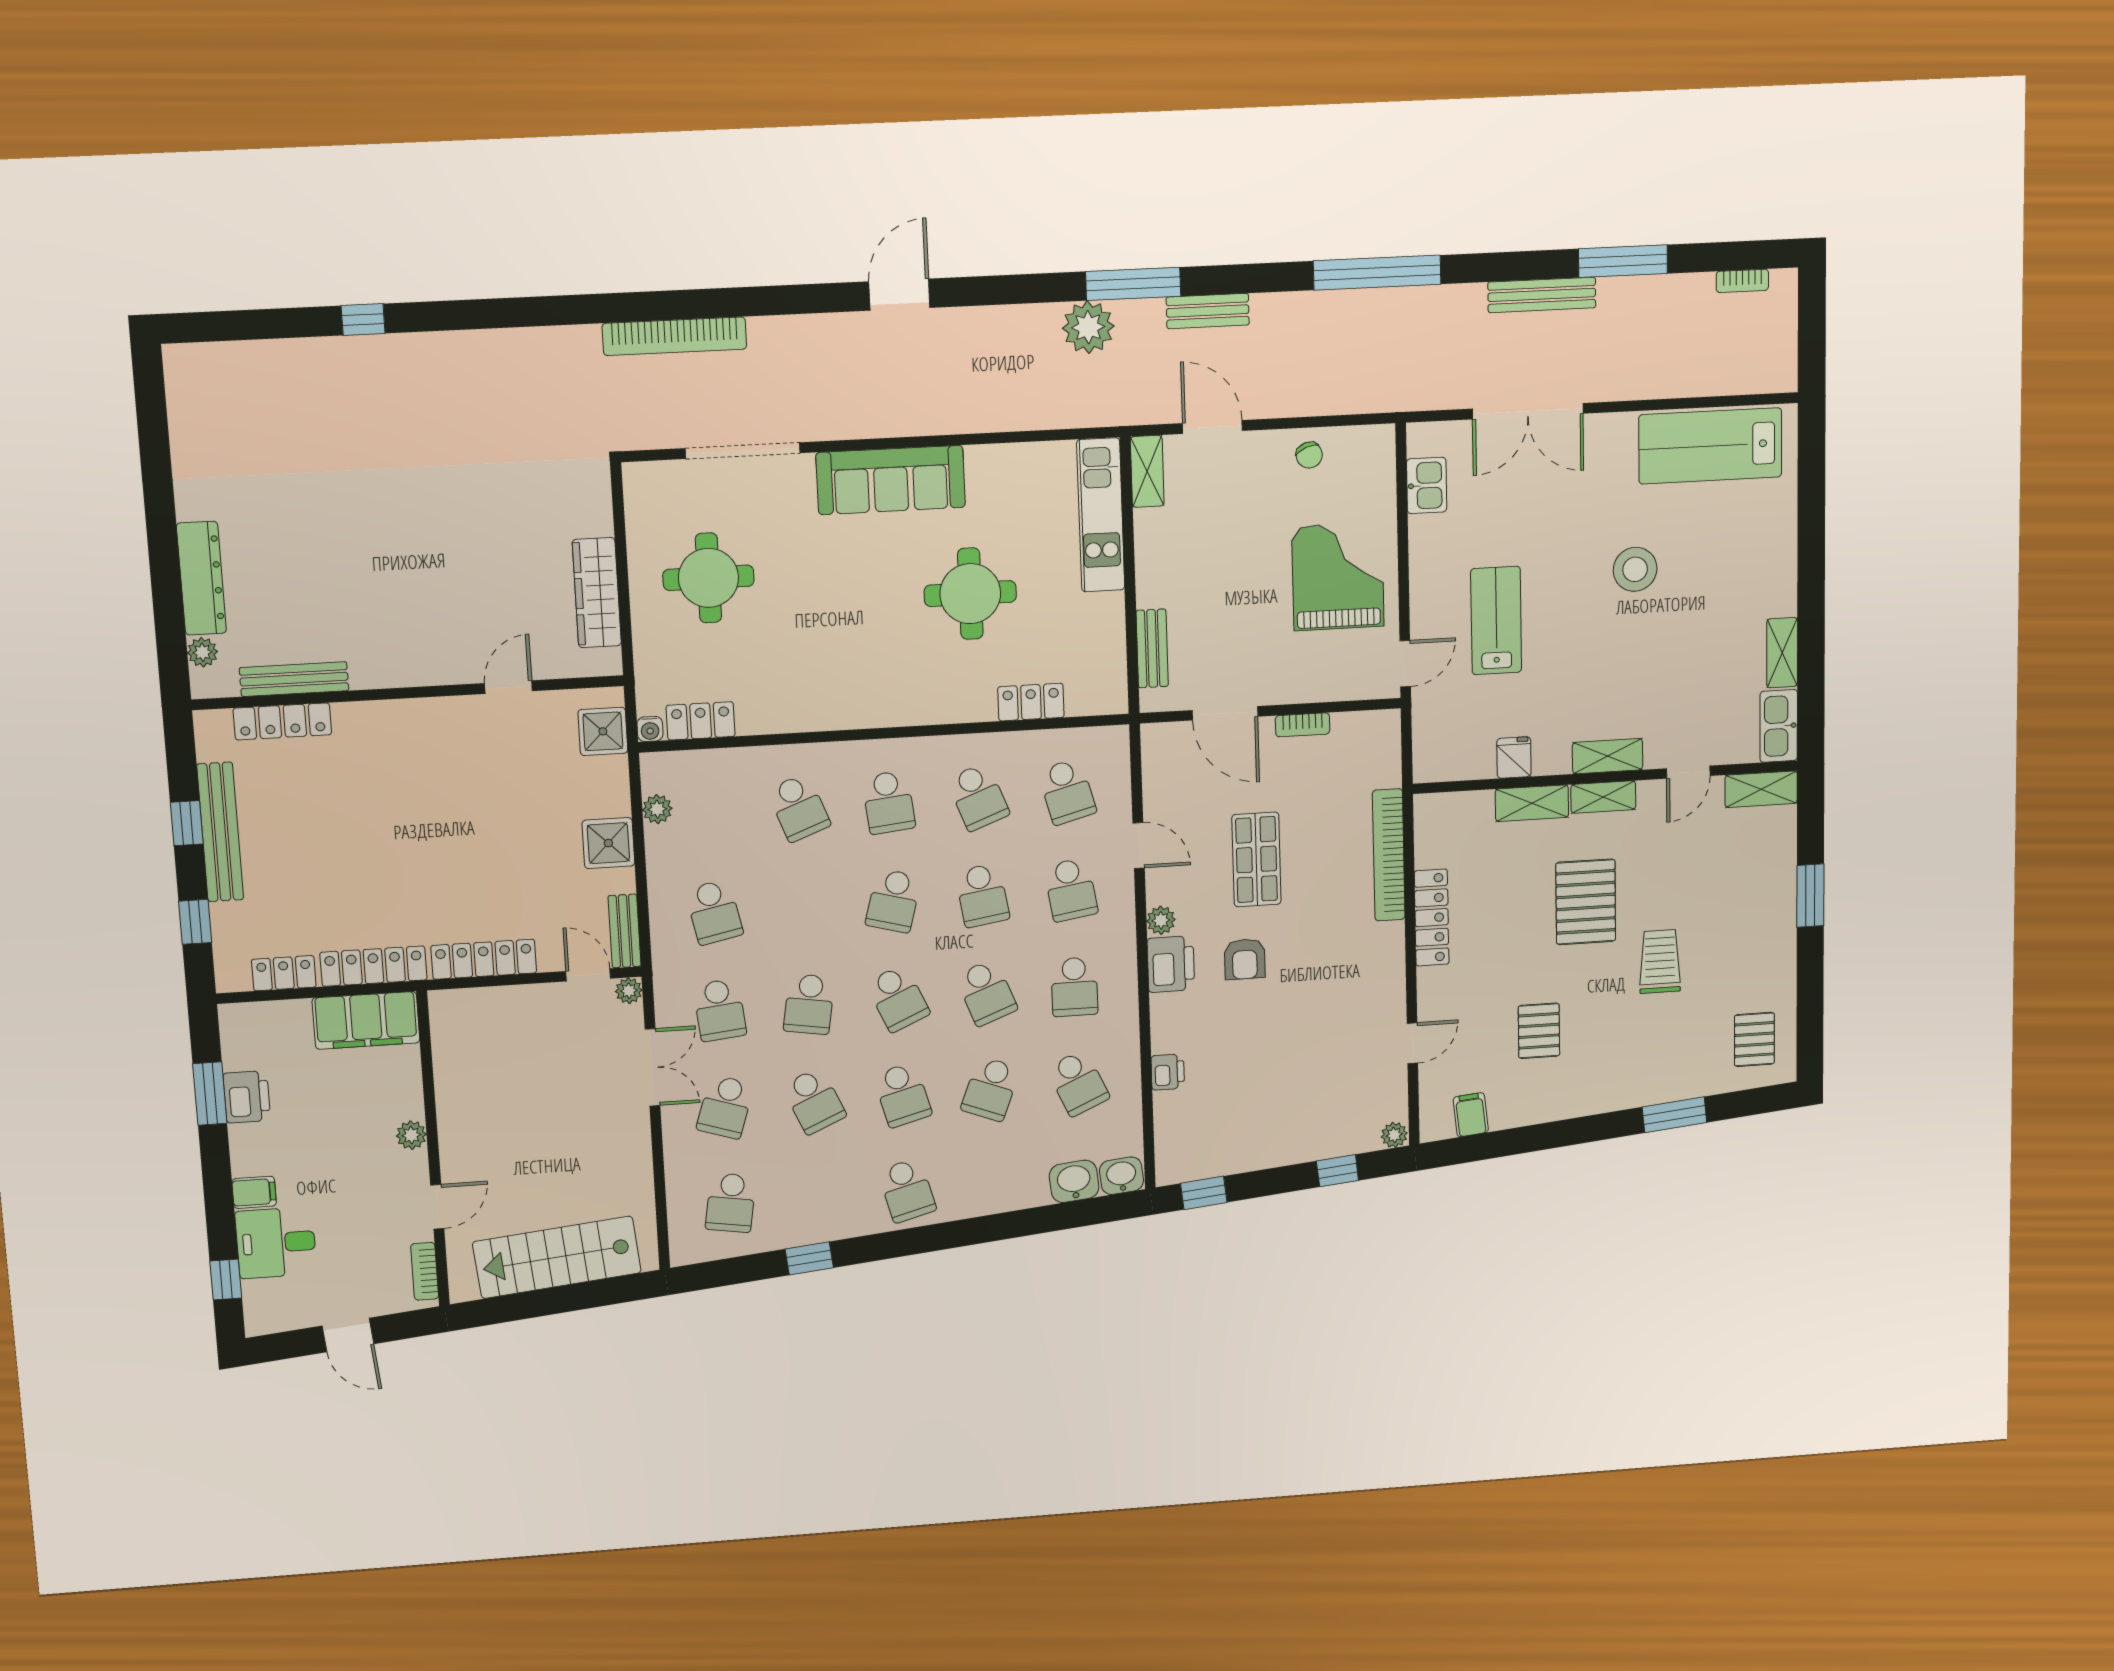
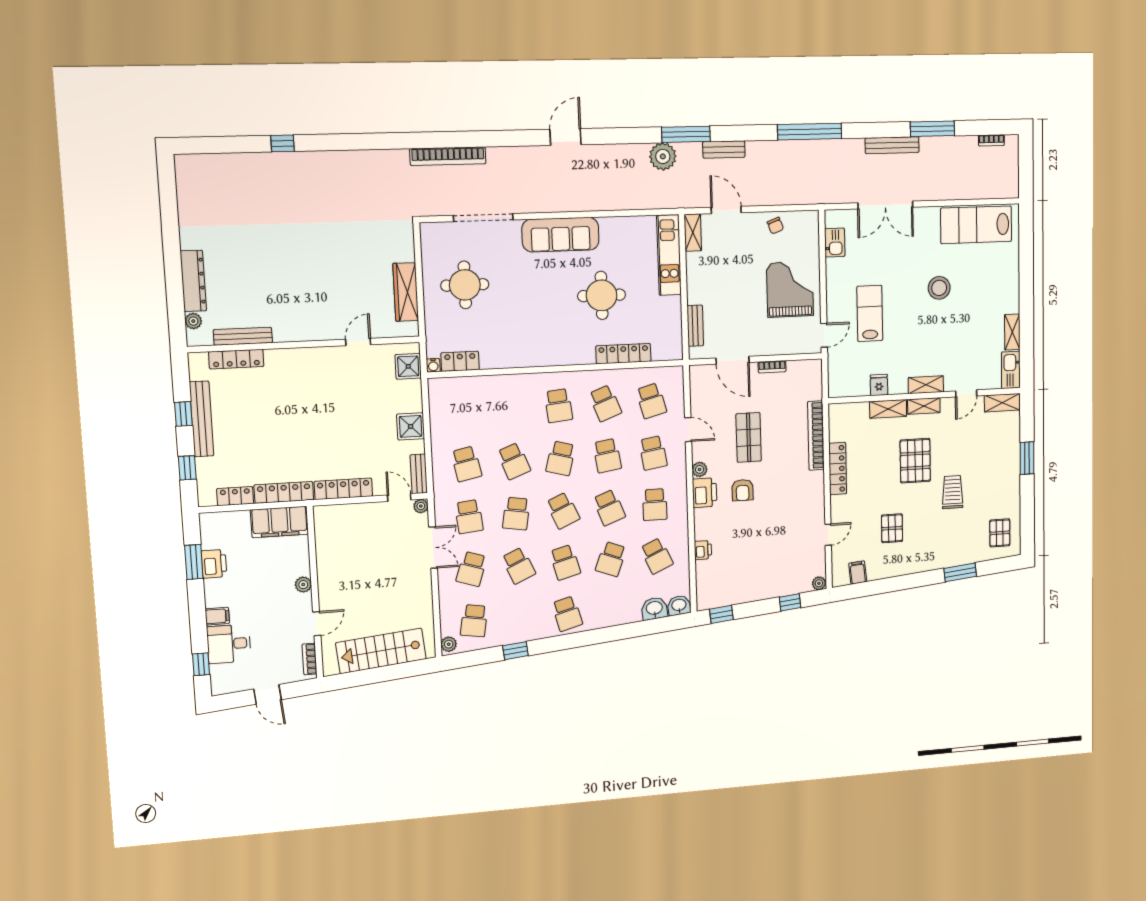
locker: (1031, 702) -> (623, 354), width x1.53
school desk: (799, 808) -> (514, 461), moved
plant: (657, 809) -> (449, 644), moved

